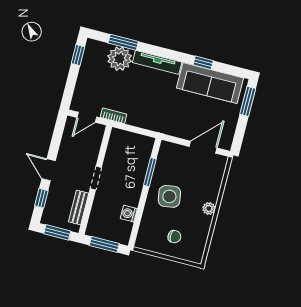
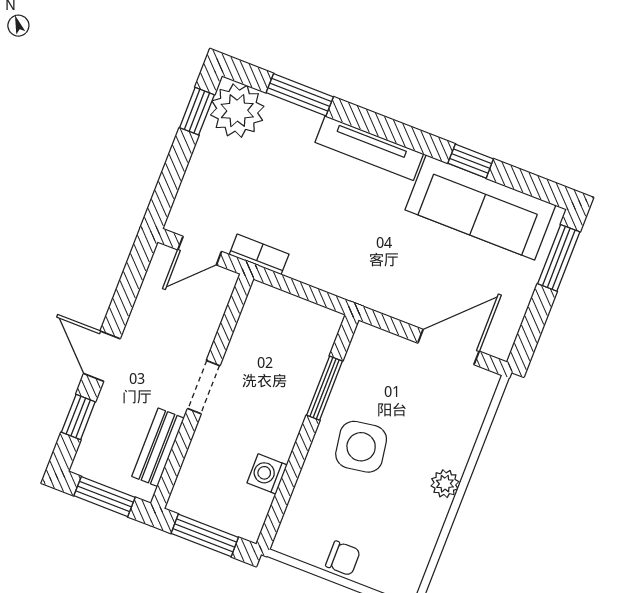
plant: (120, 59) -> (237, 111), moved
chair: (174, 237) -> (343, 558), moved

